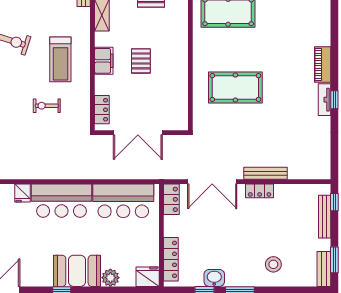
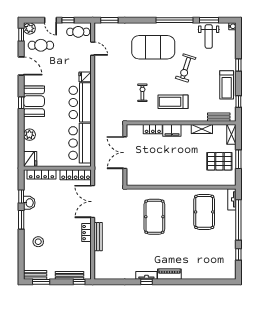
pallet: (141, 61) -> (172, 155), removed
locker: (102, 110) -> (153, 129), moved
locker: (171, 199) -> (76, 175), width x1.53
booth: (77, 271) -> (34, 101), moved

